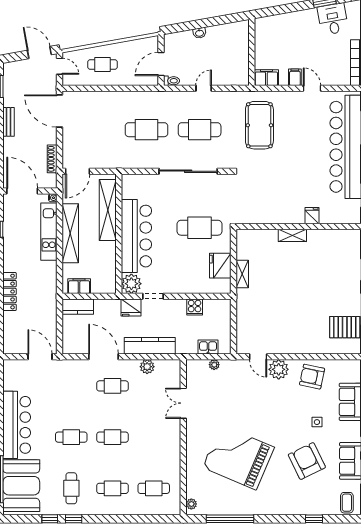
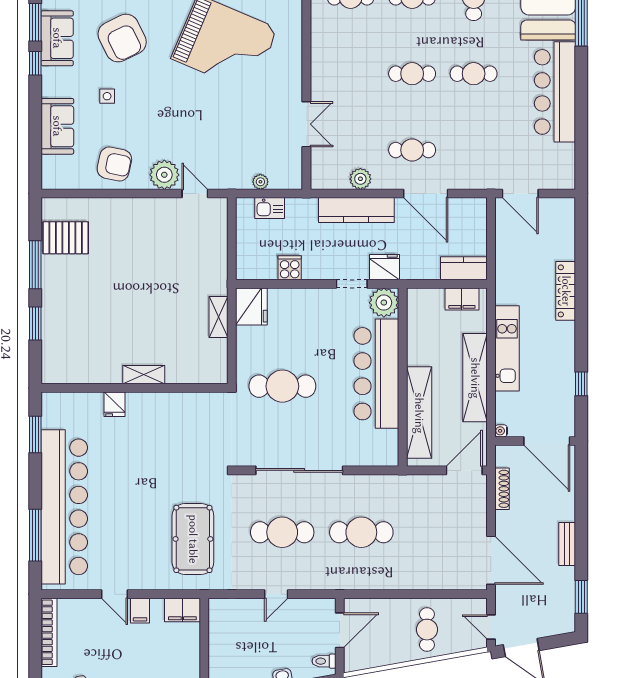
cafe table: (103, 65) -> (427, 630), turned 90
toilet: (172, 81) -> (324, 661), moved
kitchen unit: (49, 232) -> (507, 348), moved
fridge: (220, 266) -> (251, 306), moved

